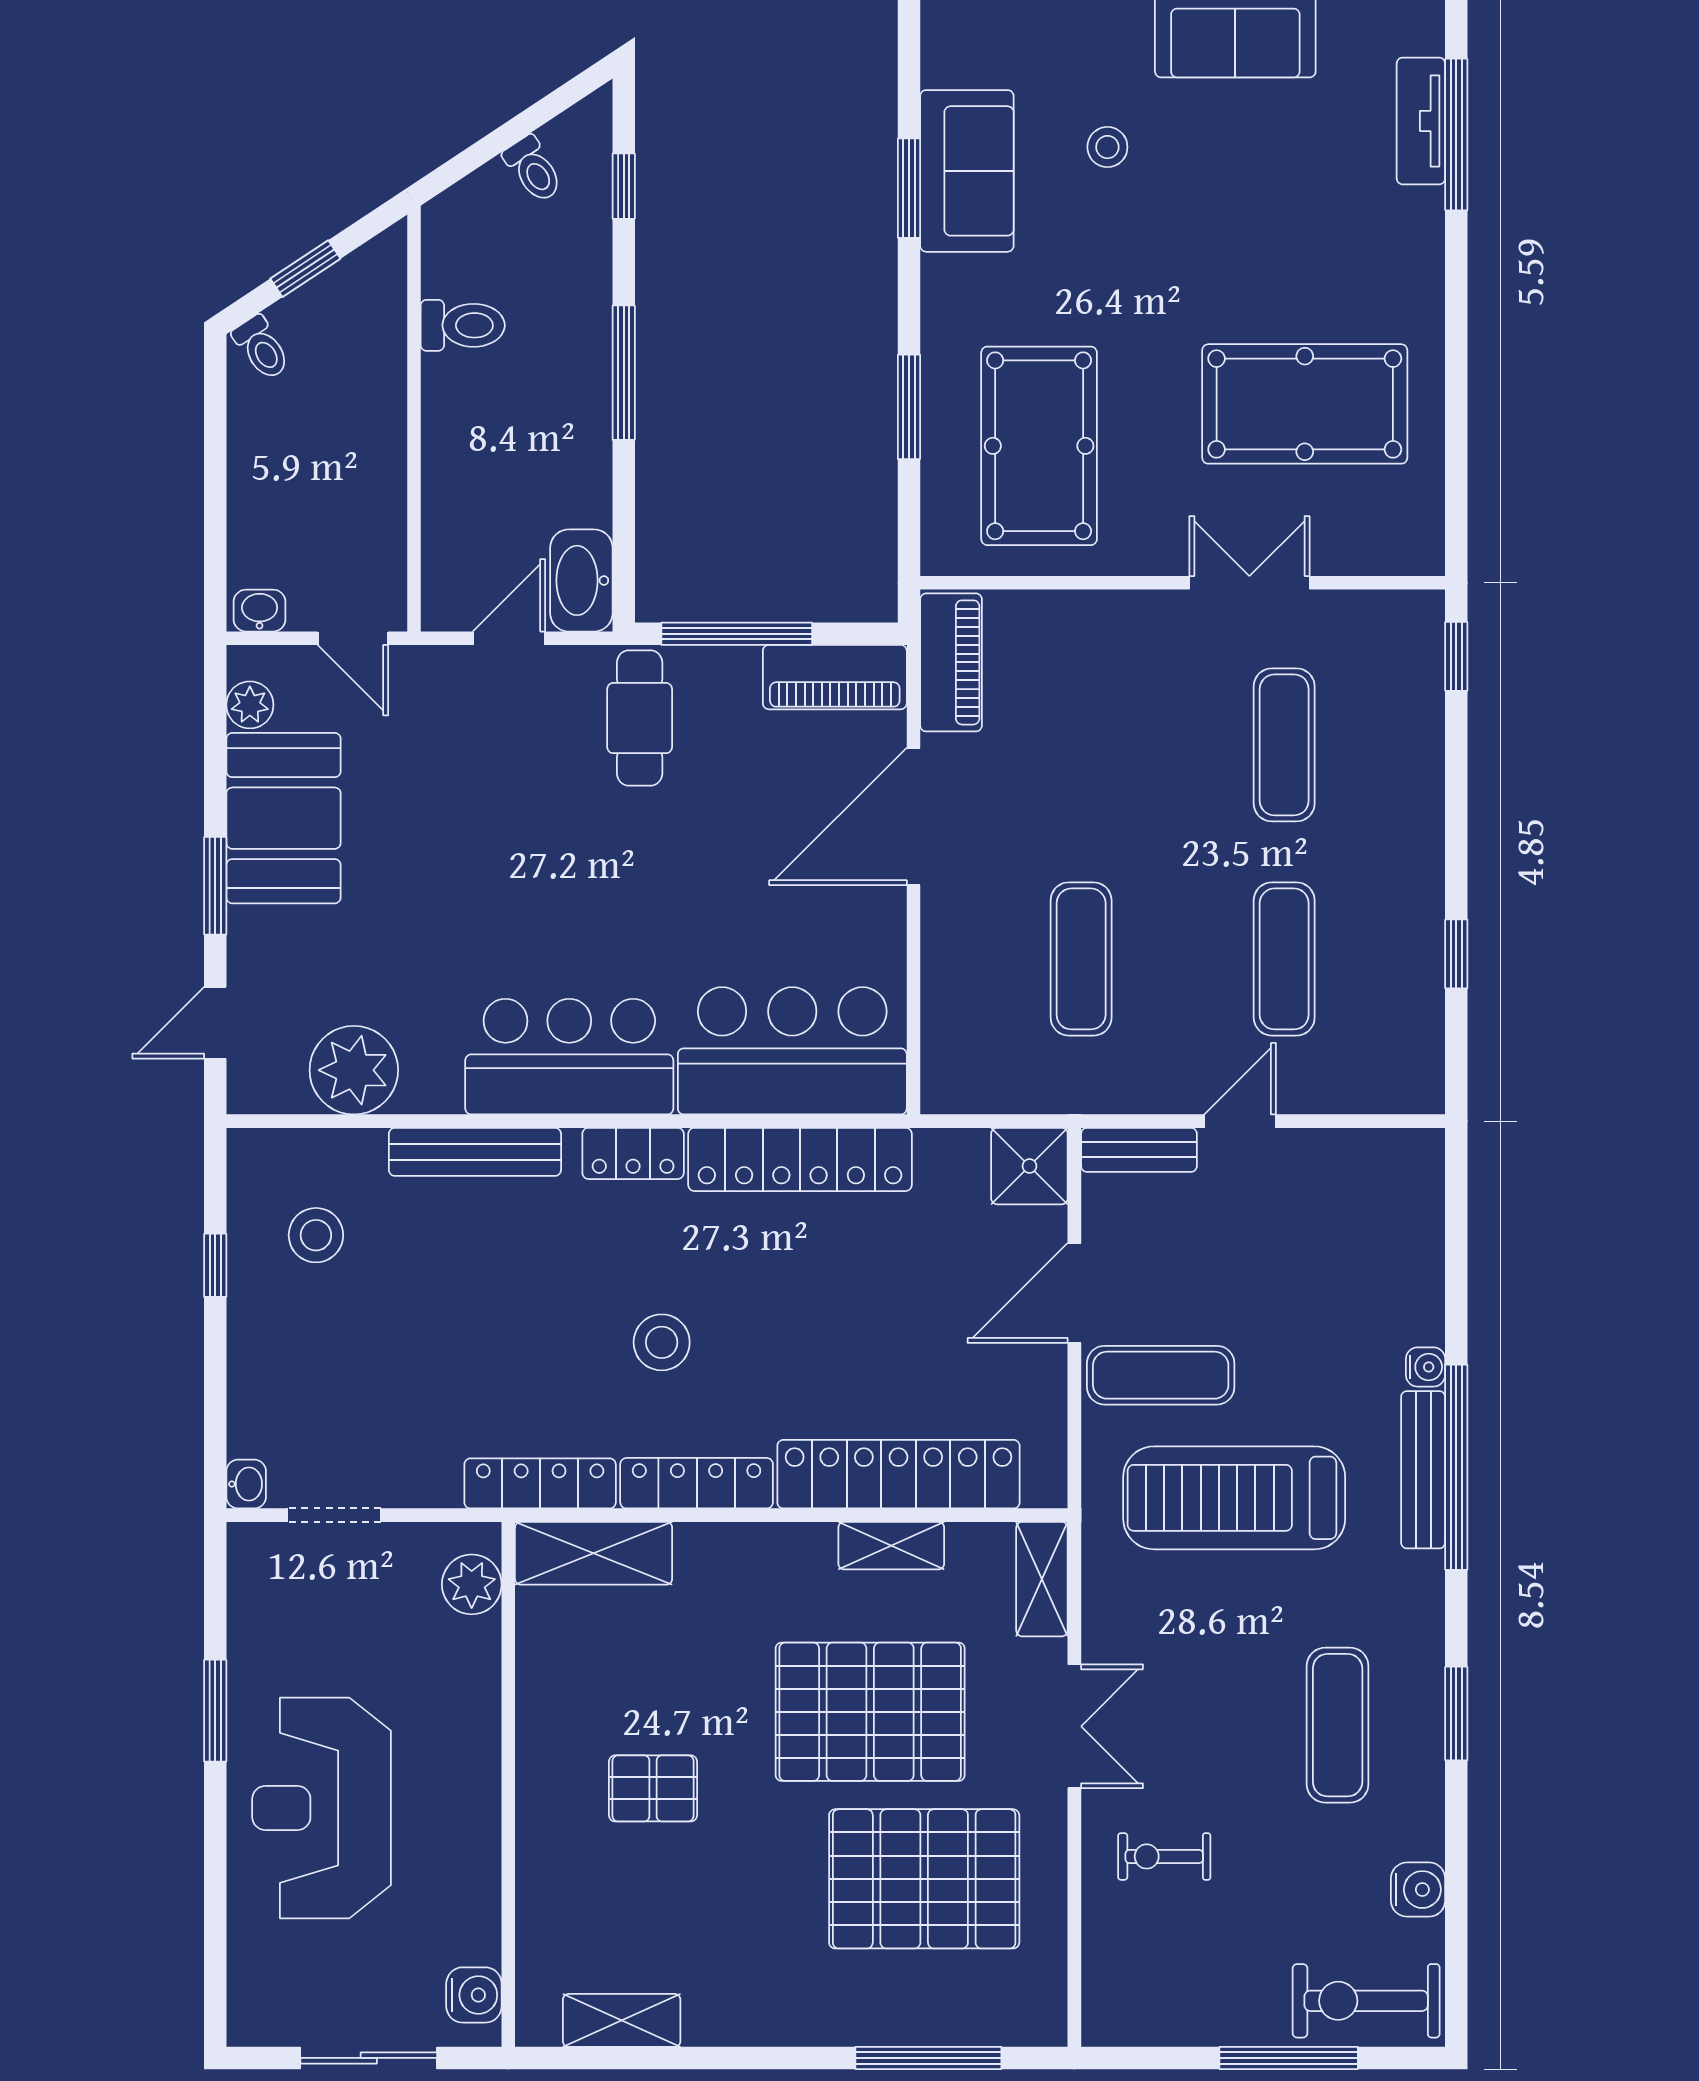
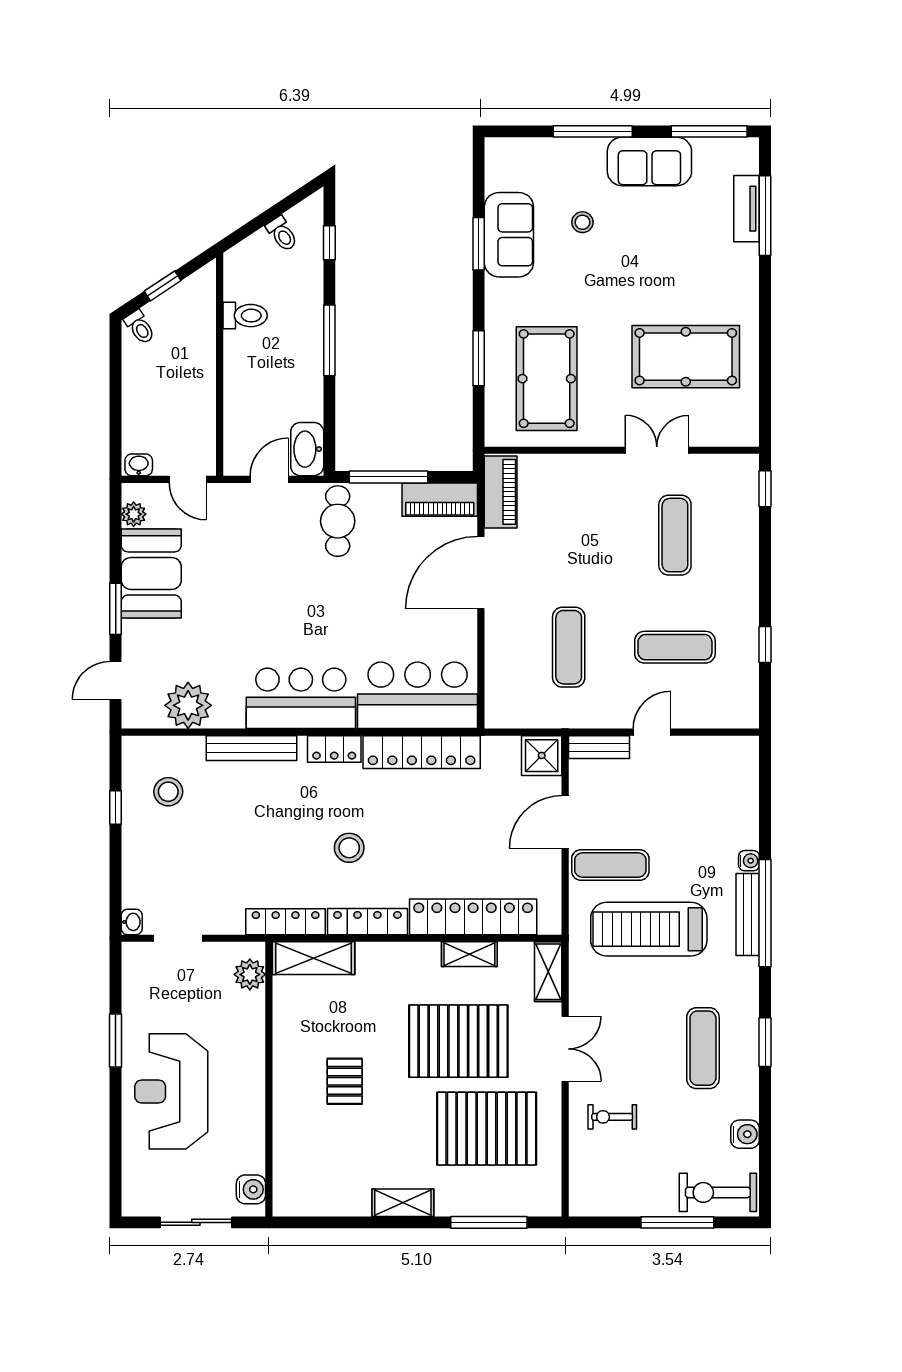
exercise mat: (1284, 959) -> (675, 647), turned 90
pallet: (653, 1788) -> (345, 1081), turned 90
shelving: (622, 2020) -> (403, 1203), moved

